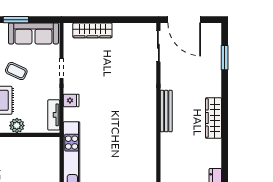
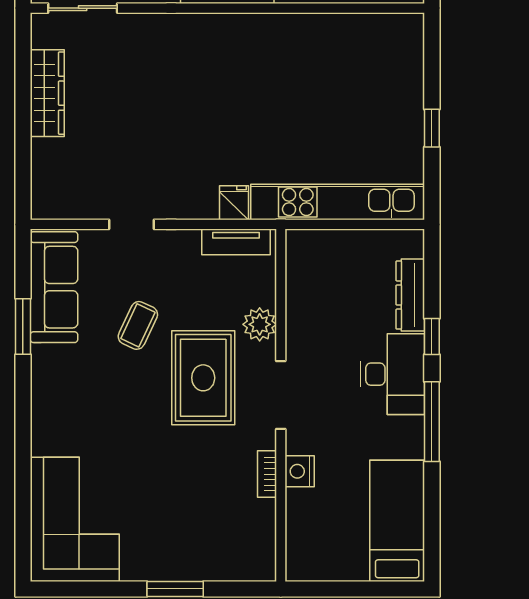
wardrobe: (92, 30) -> (47, 93), moved
fridge: (71, 100) -> (234, 203), moved

